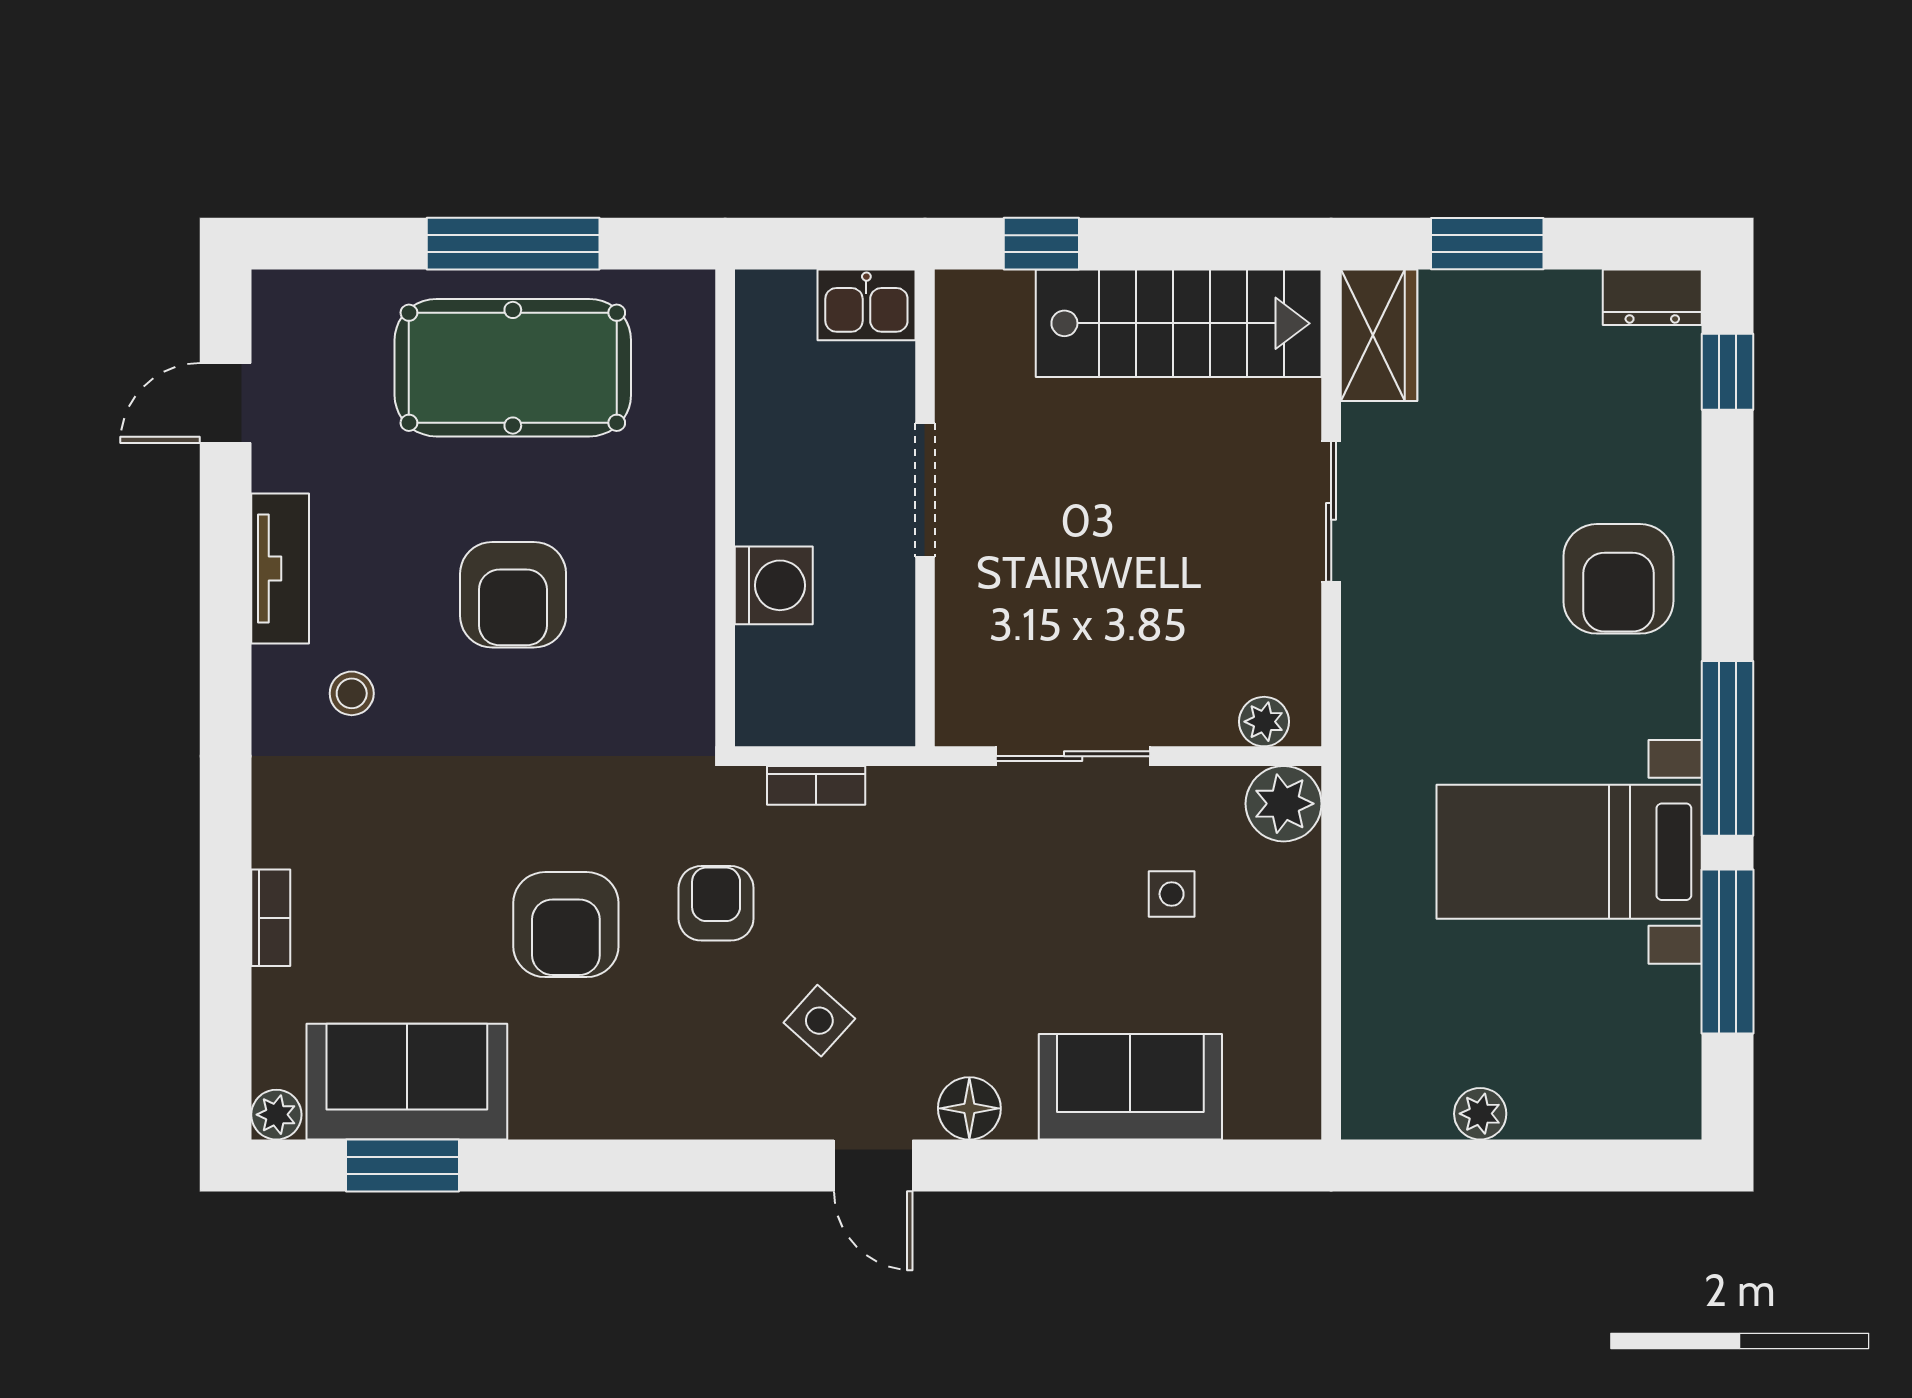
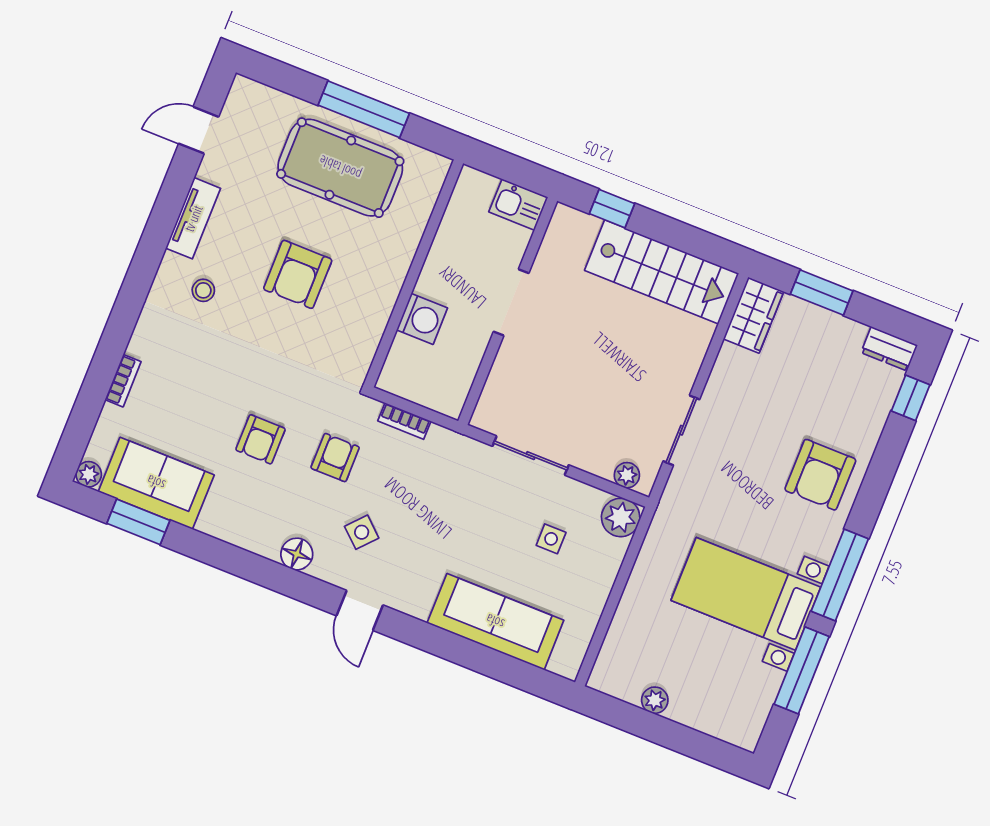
sliding door: (1331, 511) -> (681, 430), moved
armchair: (566, 925) -> (261, 439), width x0.72, depth x0.72
sofa: (1130, 1087) -> (495, 622), width x1.36
floor lamp: (969, 1108) -> (297, 554), moved

